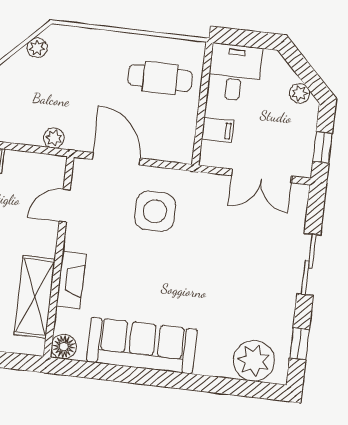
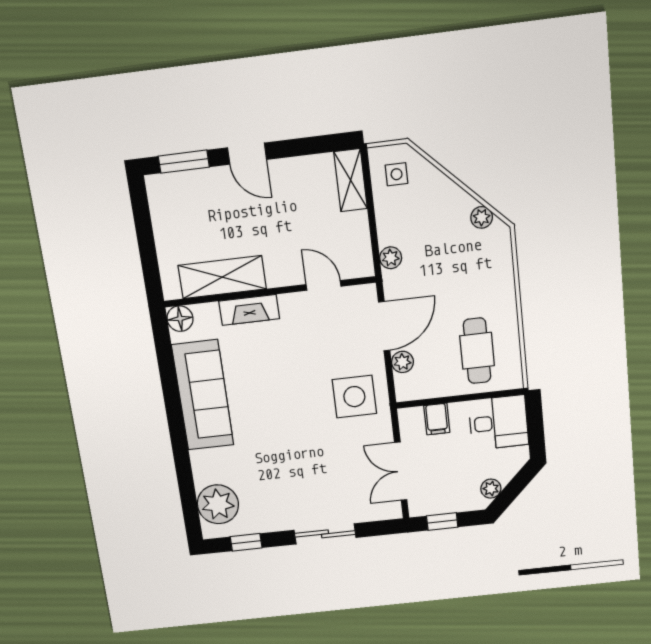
plant: (154, 150) -> (402, 362), added
side table: (155, 211) -> (354, 397), moved

